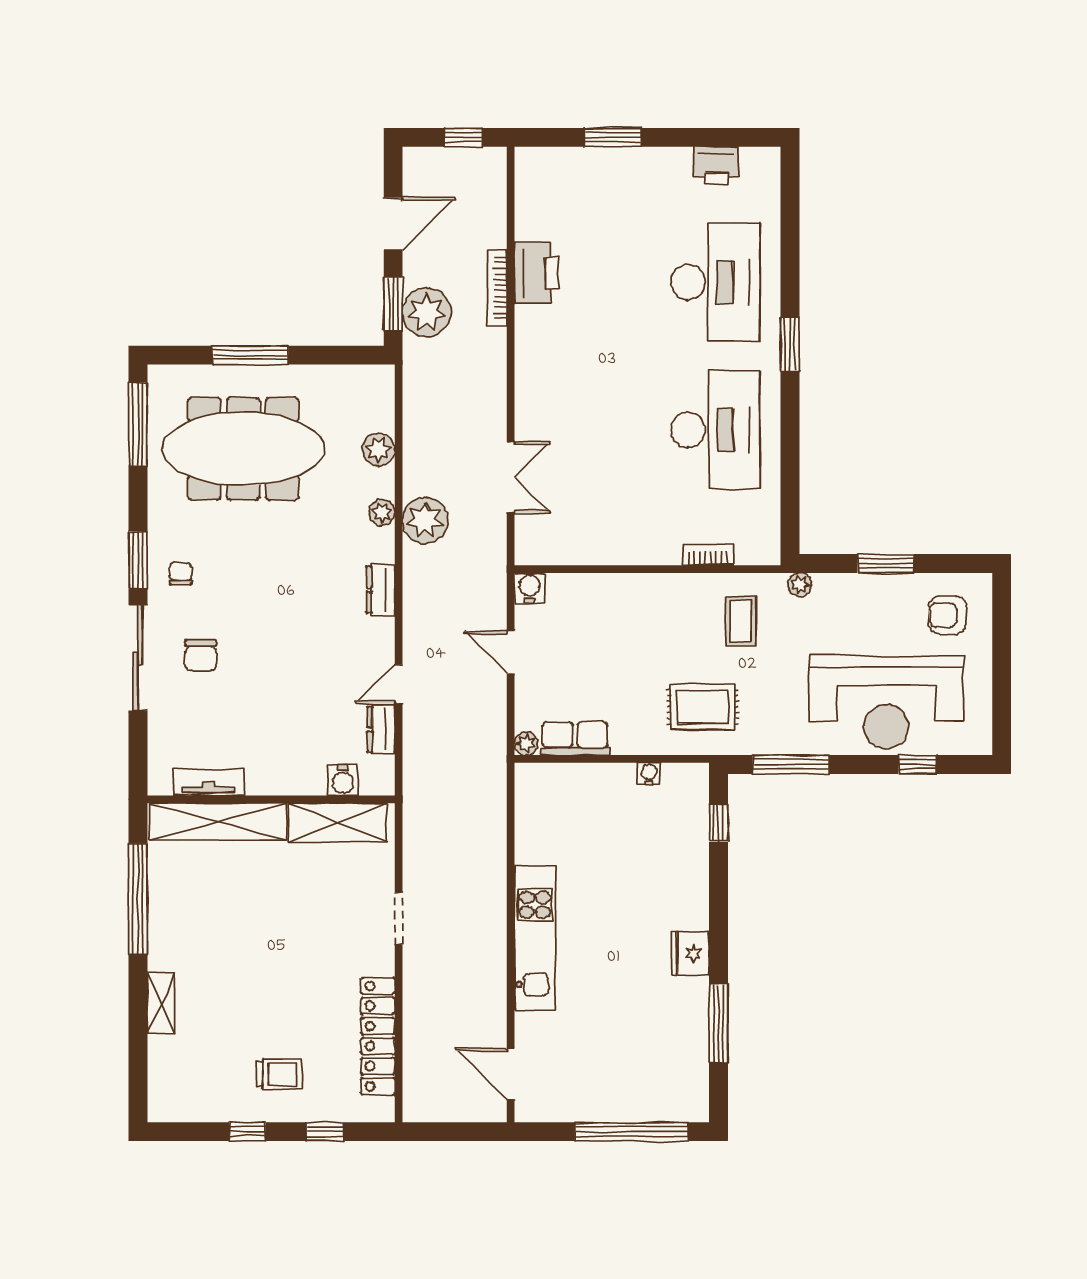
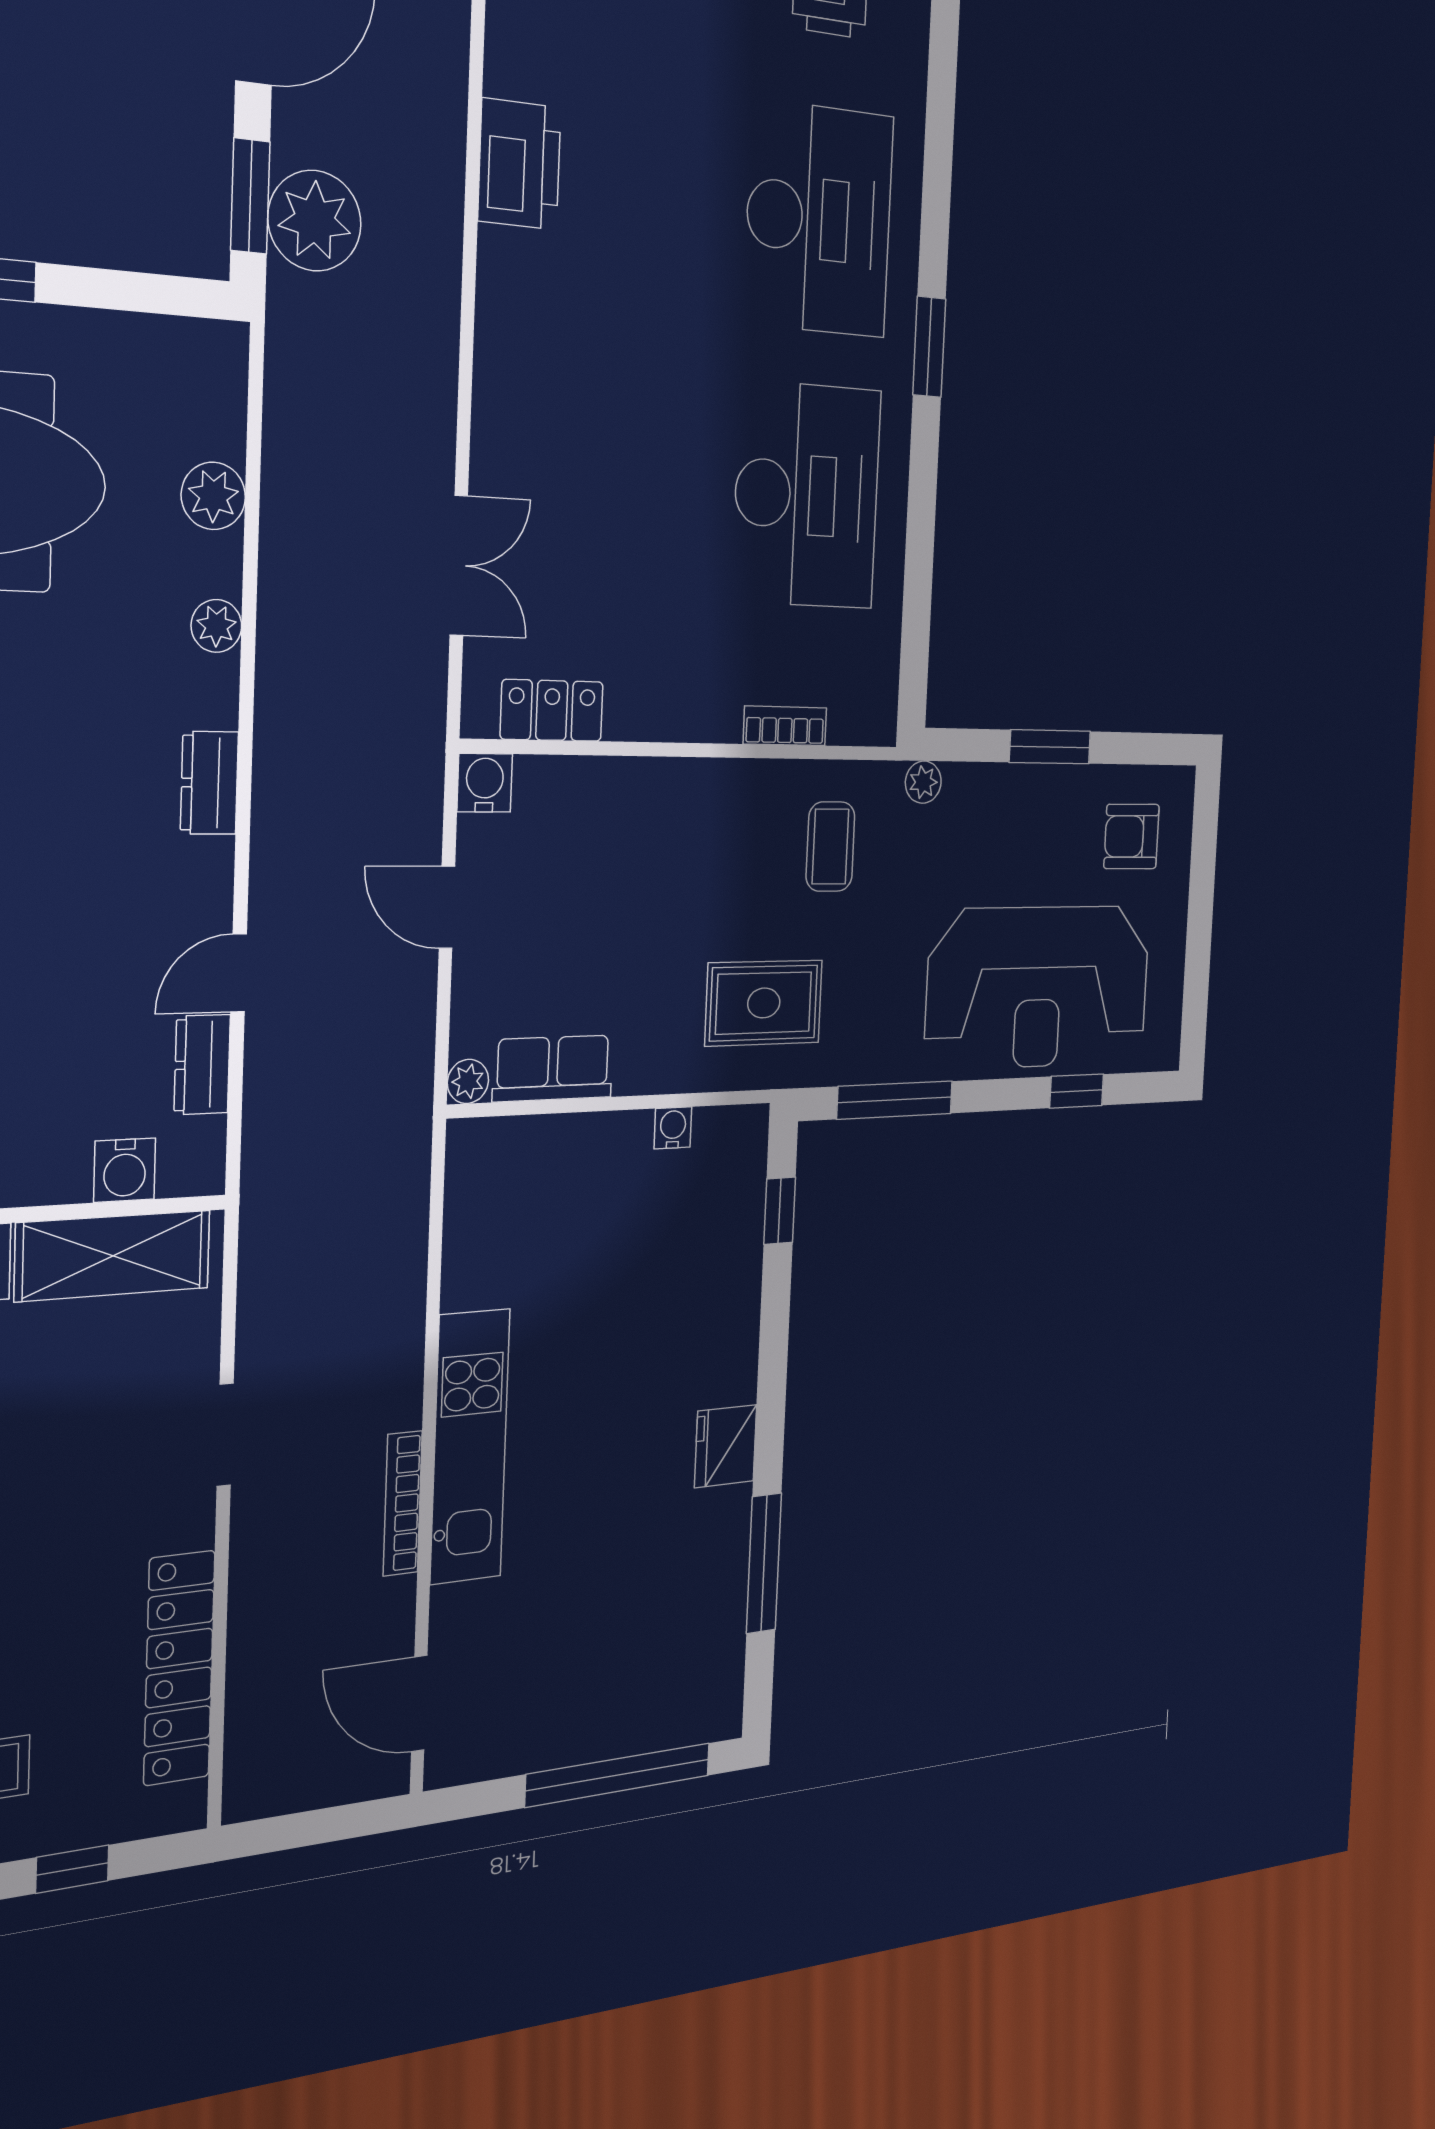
bookcase: (497, 288) -> (403, 1503), moved
plant: (425, 520) -> (299, 645), removed
locker: (567, 550) -> (552, 710), added

